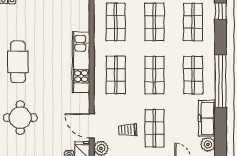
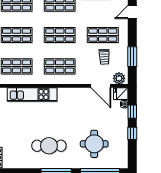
kitchen unit: (81, 62) -> (32, 94), moved
door: (92, 126) -> (101, 86), hinge flipped

